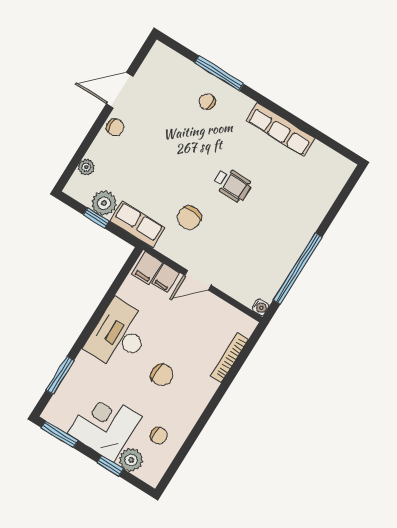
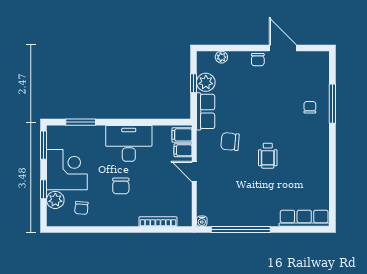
row of seats: (281, 130) -> (304, 218), moved, turned 90

